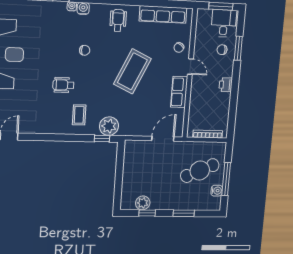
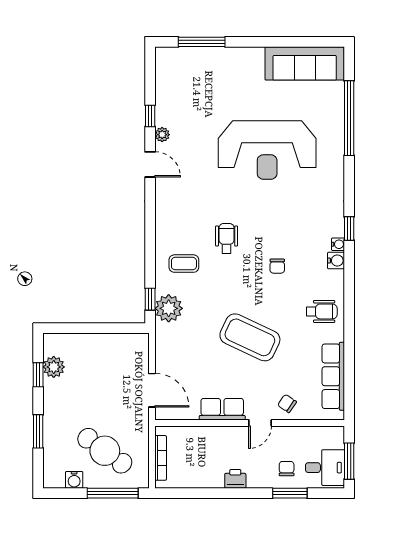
cafe table: (200, 171) -> (105, 451), turned -30
window: (226, 179) -> (113, 493), moved

